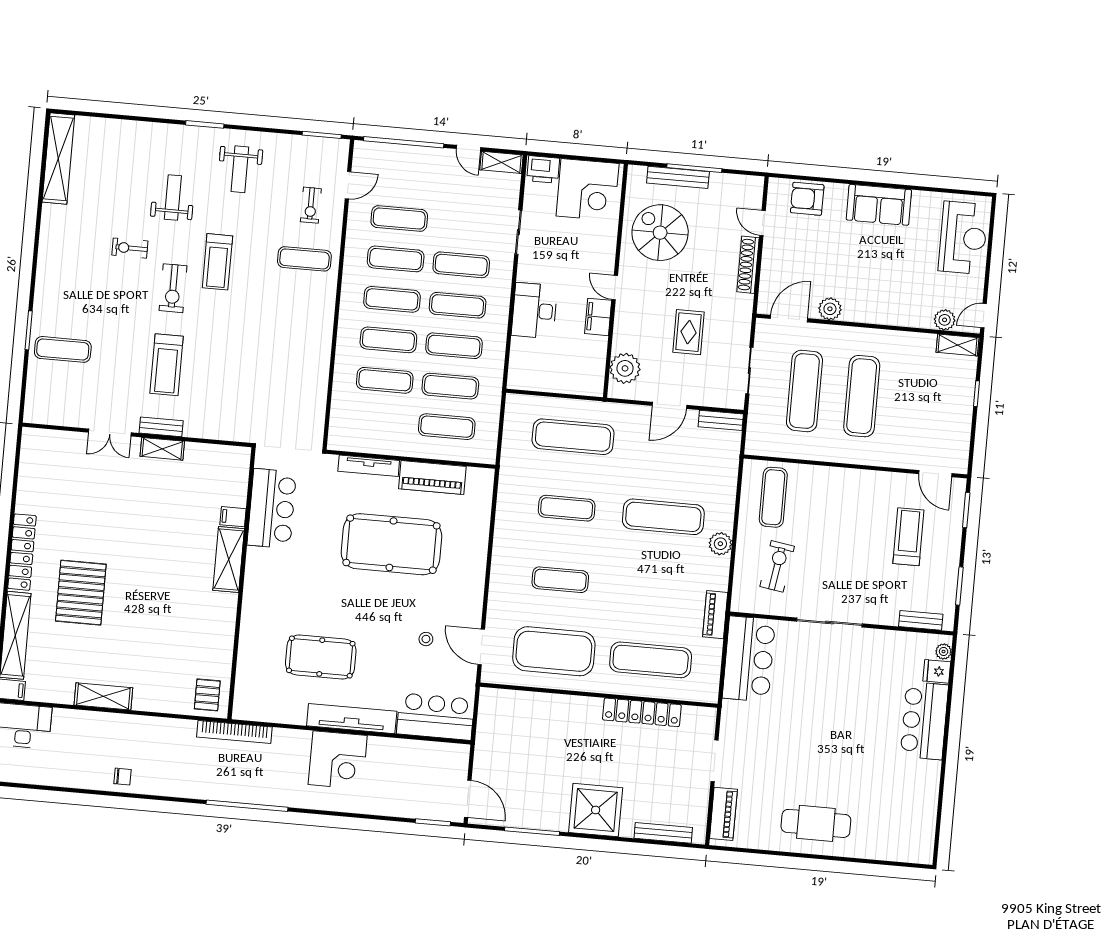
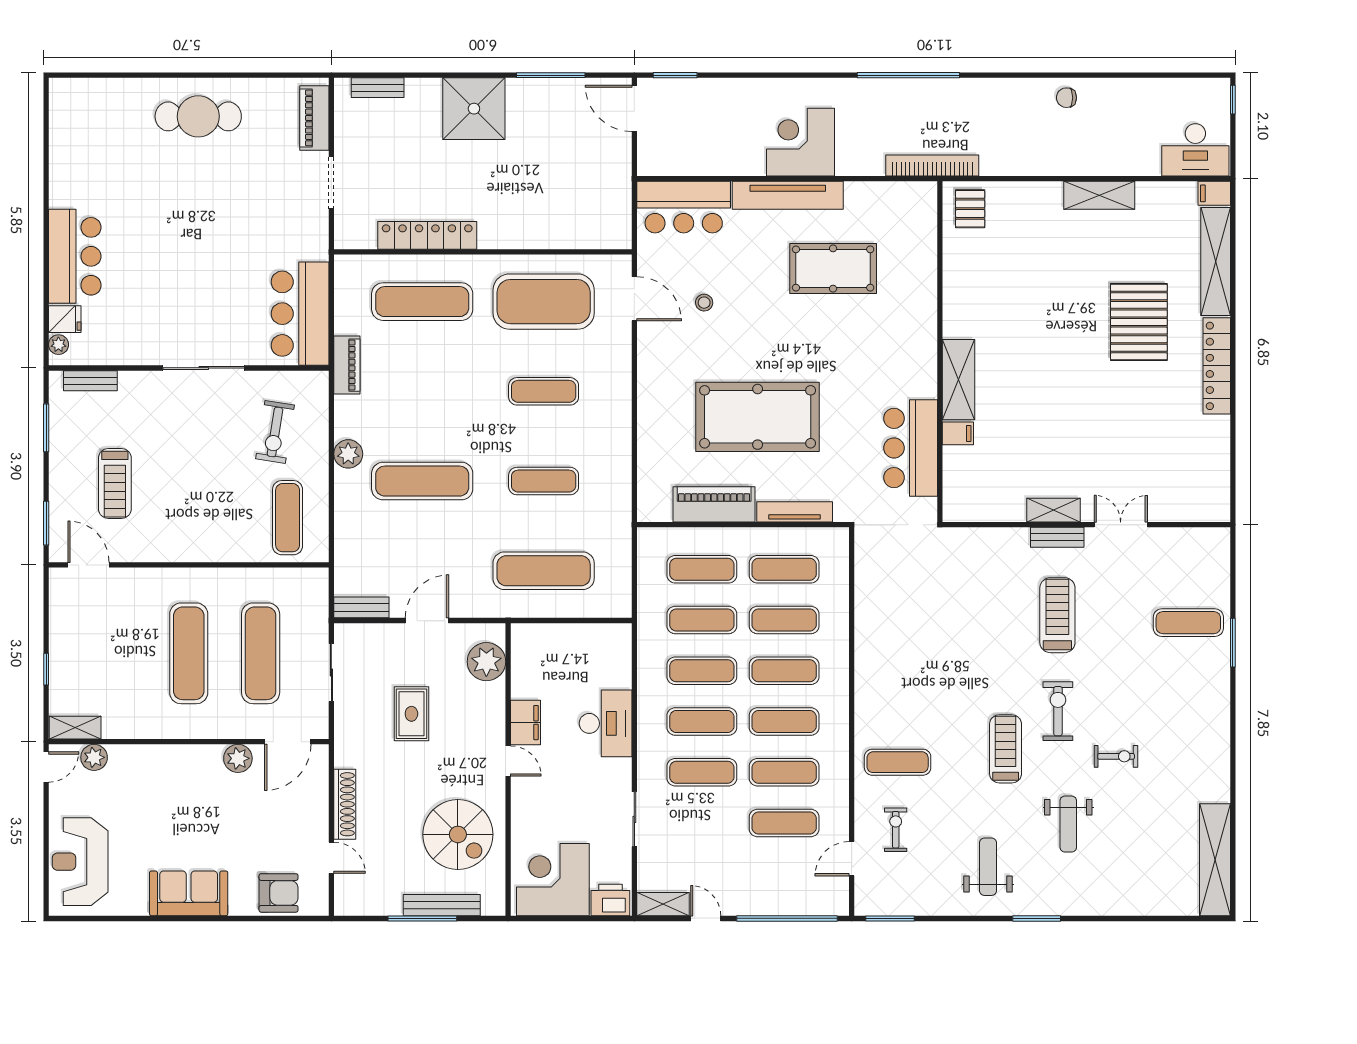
exercise mat: (381, 421) -> (784, 569), added
bench: (663, 833) -> (378, 88), width x0.73

